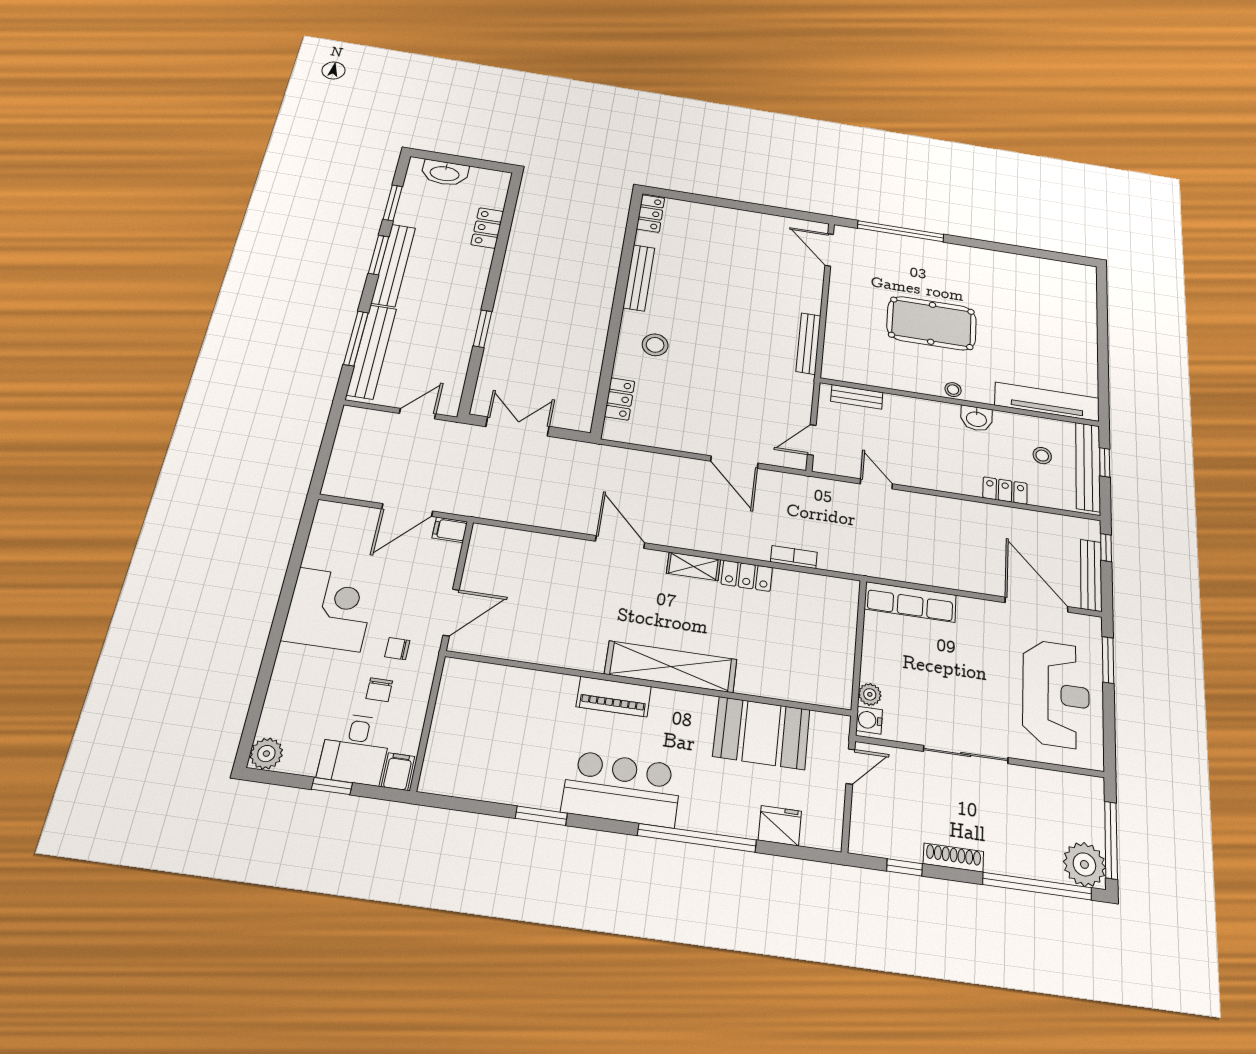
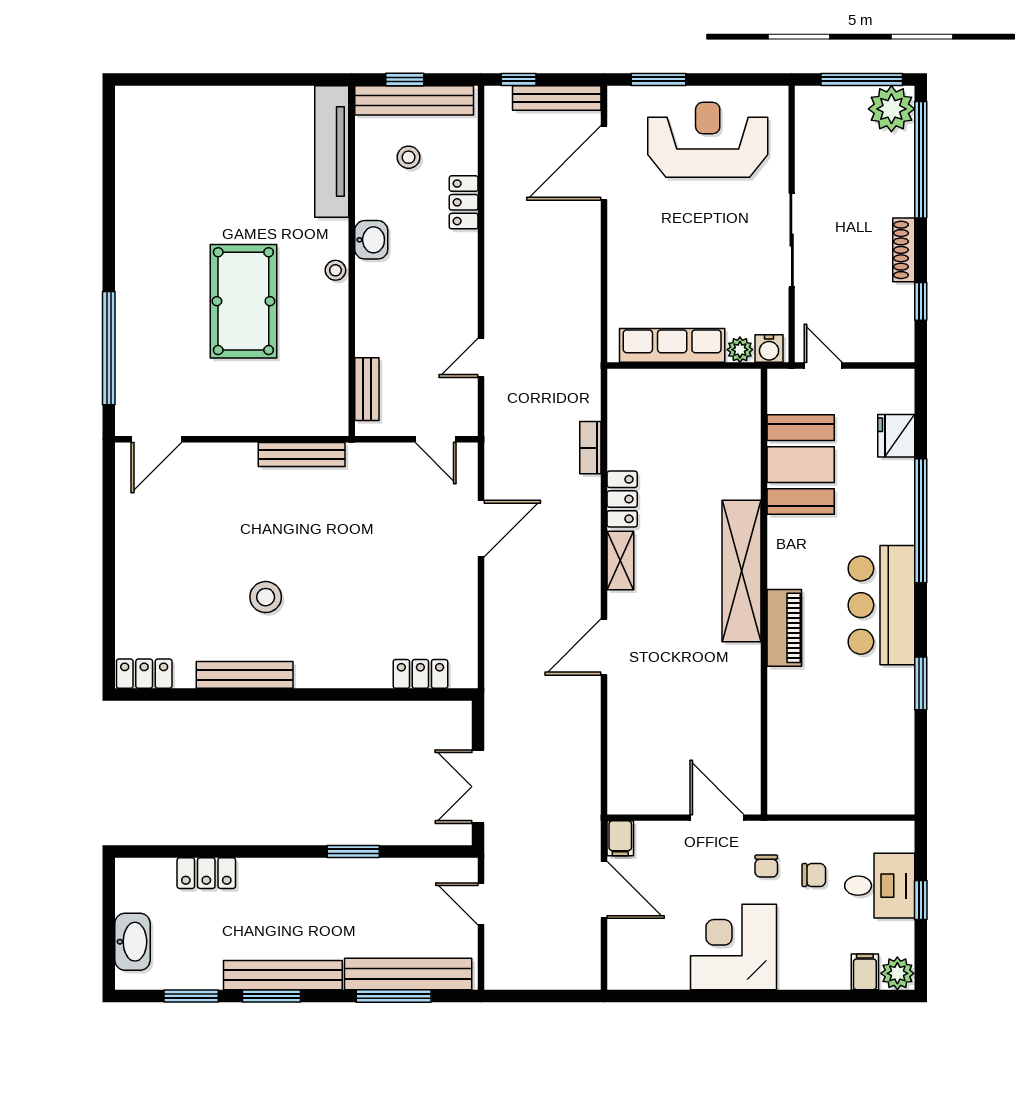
stool: (655, 345) -> (266, 597), moved
row of seats: (910, 602) -> (672, 345), moved, turned -90
filing cabinet: (398, 772) -> (865, 972), moved, turned 90

